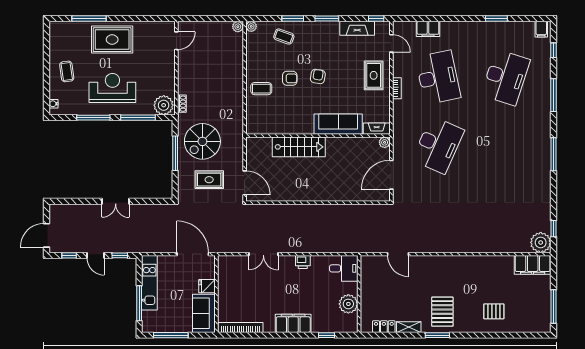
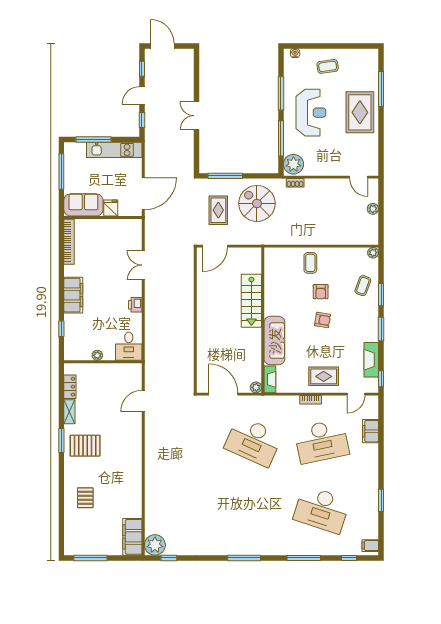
plant: (238, 27) -> (373, 209), moved
window: (175, 153) -> (225, 176), moved
plant: (348, 304) -> (97, 355), width x0.53, depth x0.53

